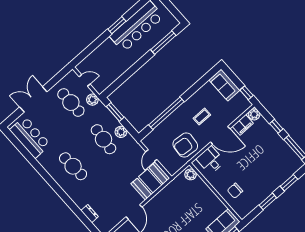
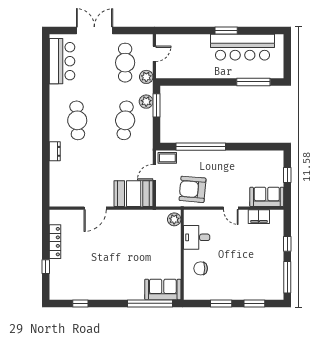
door: (85, 80) -> (154, 54), hinge flipped
sofa: (224, 85) -> (267, 197), moved, turned 90
window: (246, 93) -> (287, 175), moved
plant: (254, 114) -> (277, 216), removed
coffee table: (202, 117) -> (167, 158), moved
plant: (121, 132) -> (146, 102), moved
door: (220, 135) -> (231, 208), width x0.53
desk: (211, 160) -> (197, 237), moved, turned -90
dresser: (90, 214) -> (55, 151), moved

